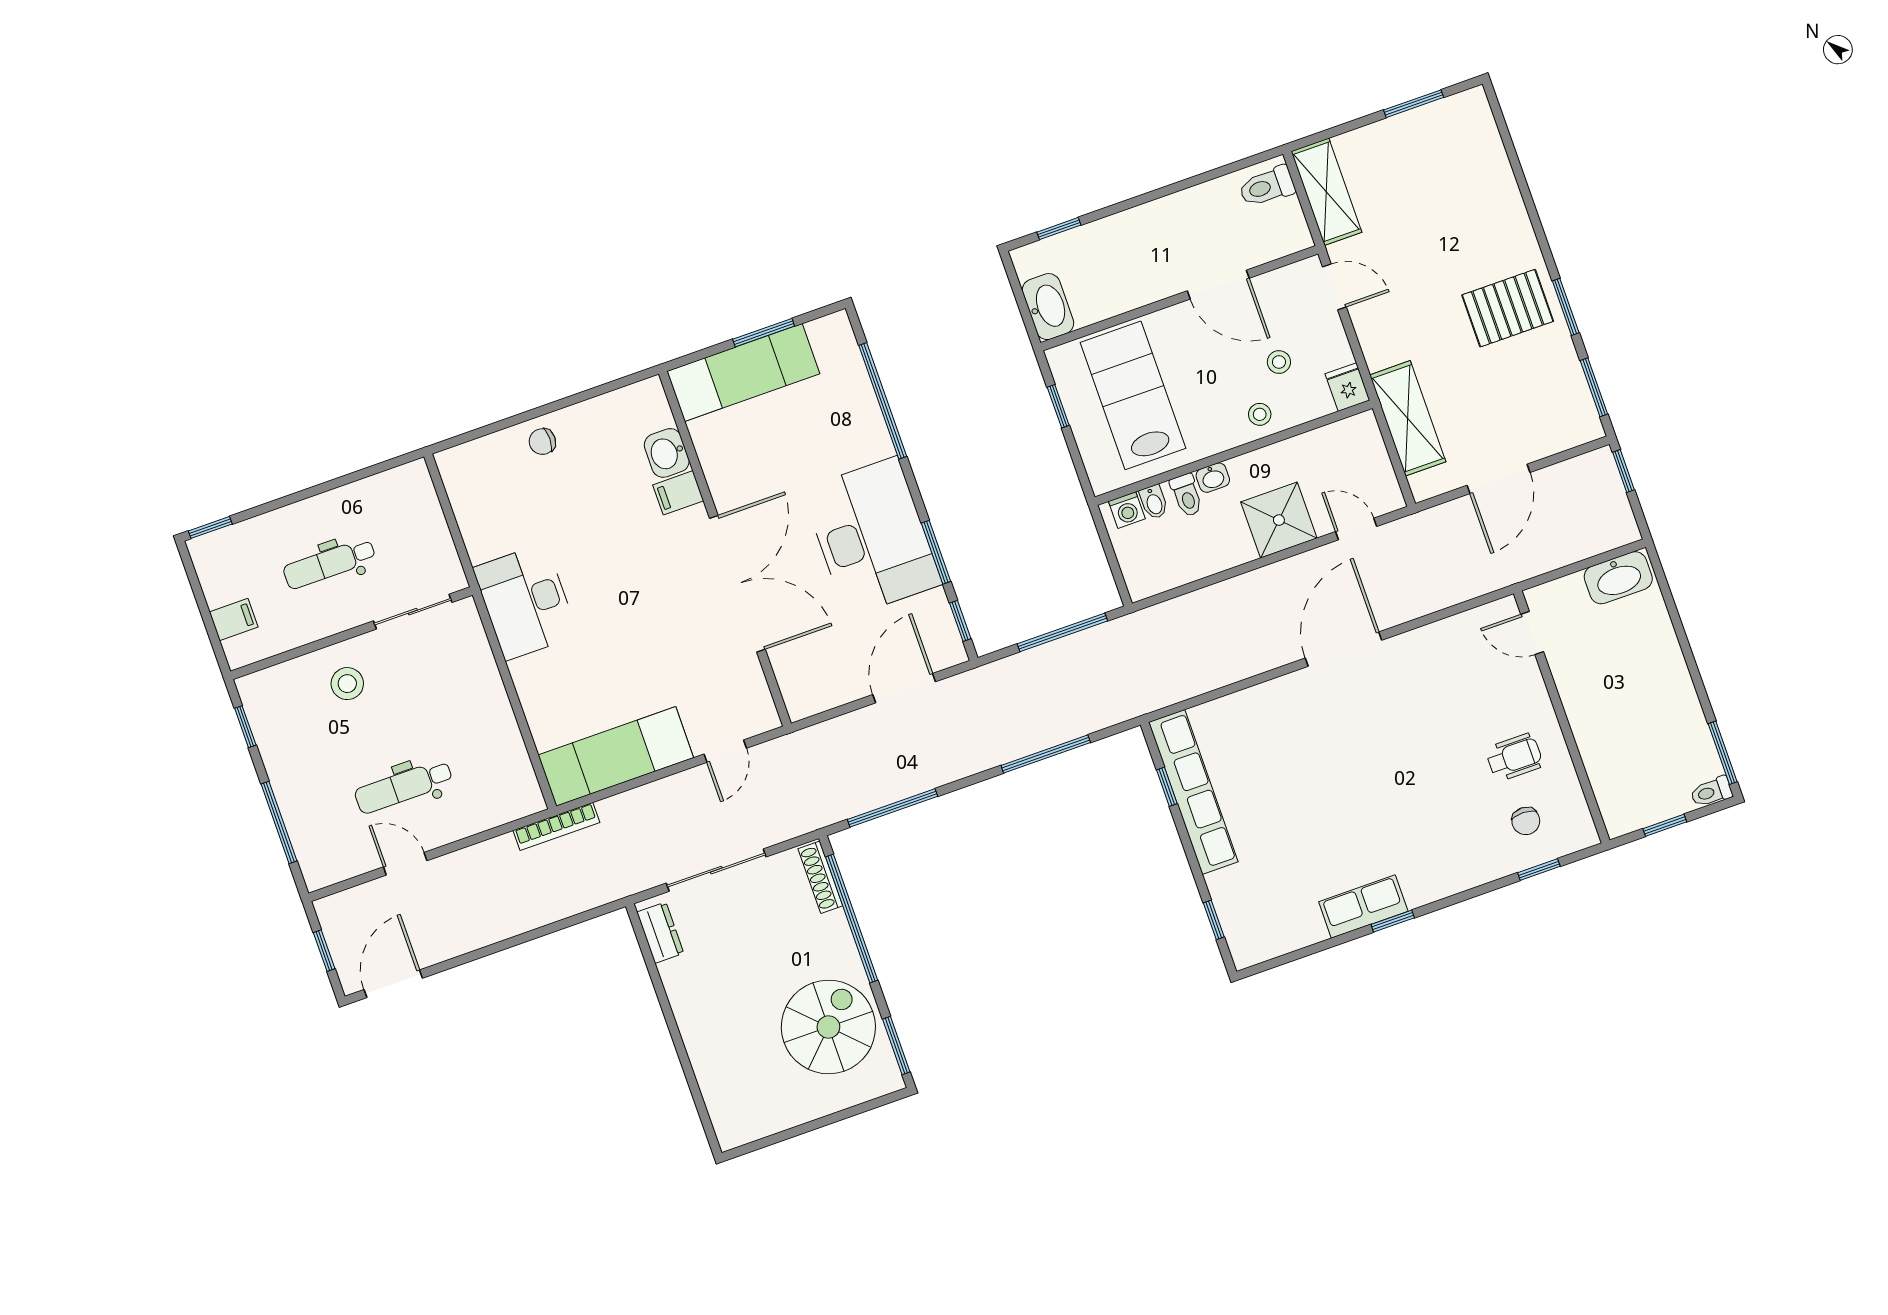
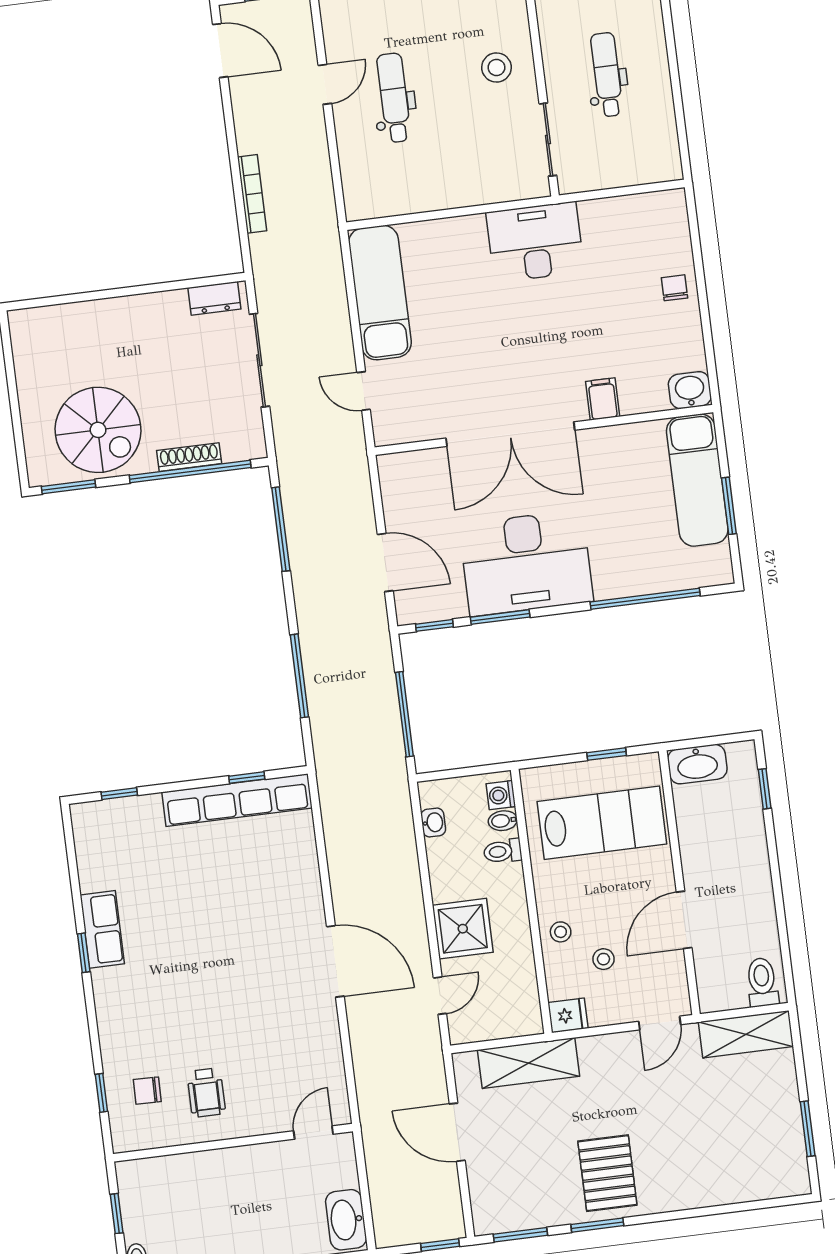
washbasin: (667, 453) -> (690, 390), moved
washbasin: (1213, 478) -> (433, 822), moved, turned 180
bookcase: (556, 826) -> (252, 194), moved, turned 180
shoe rack: (820, 877) -> (189, 457), moved

